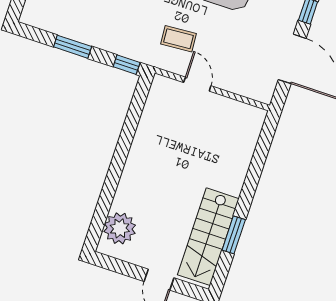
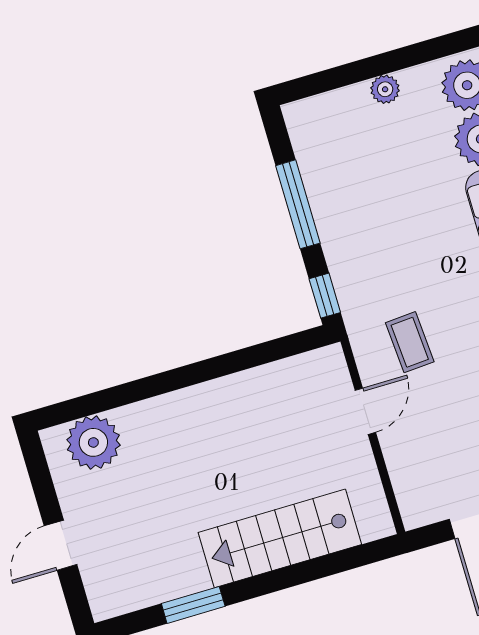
window: (73, 47) -> (298, 204), width x1.44
stairs: (208, 237) -> (280, 538), moved

